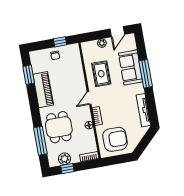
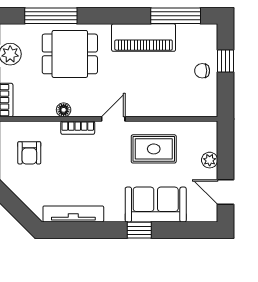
window: (60, 42) -> (225, 61), moved
window: (146, 74) -> (139, 230), width x0.46
window: (29, 75) -> (176, 16), width x1.44
door: (89, 98) -> (113, 119), hinge flipped
armchair: (115, 139) -> (29, 153), width x0.53, depth x0.53

